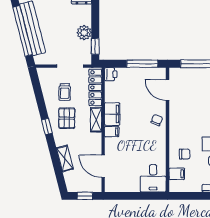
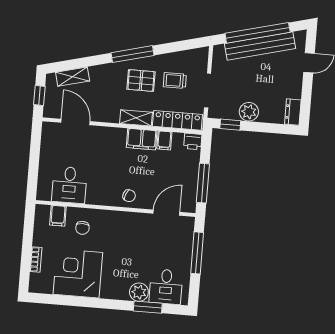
window: (47, 126) -> (132, 54), width x2.17
filing cabinet: (112, 132) -> (164, 140), moved
shelving: (65, 158) -> (73, 77), moved
door: (103, 166) -> (76, 122), hinge flipped
desk: (153, 178) -> (69, 185), moved, turned -90

